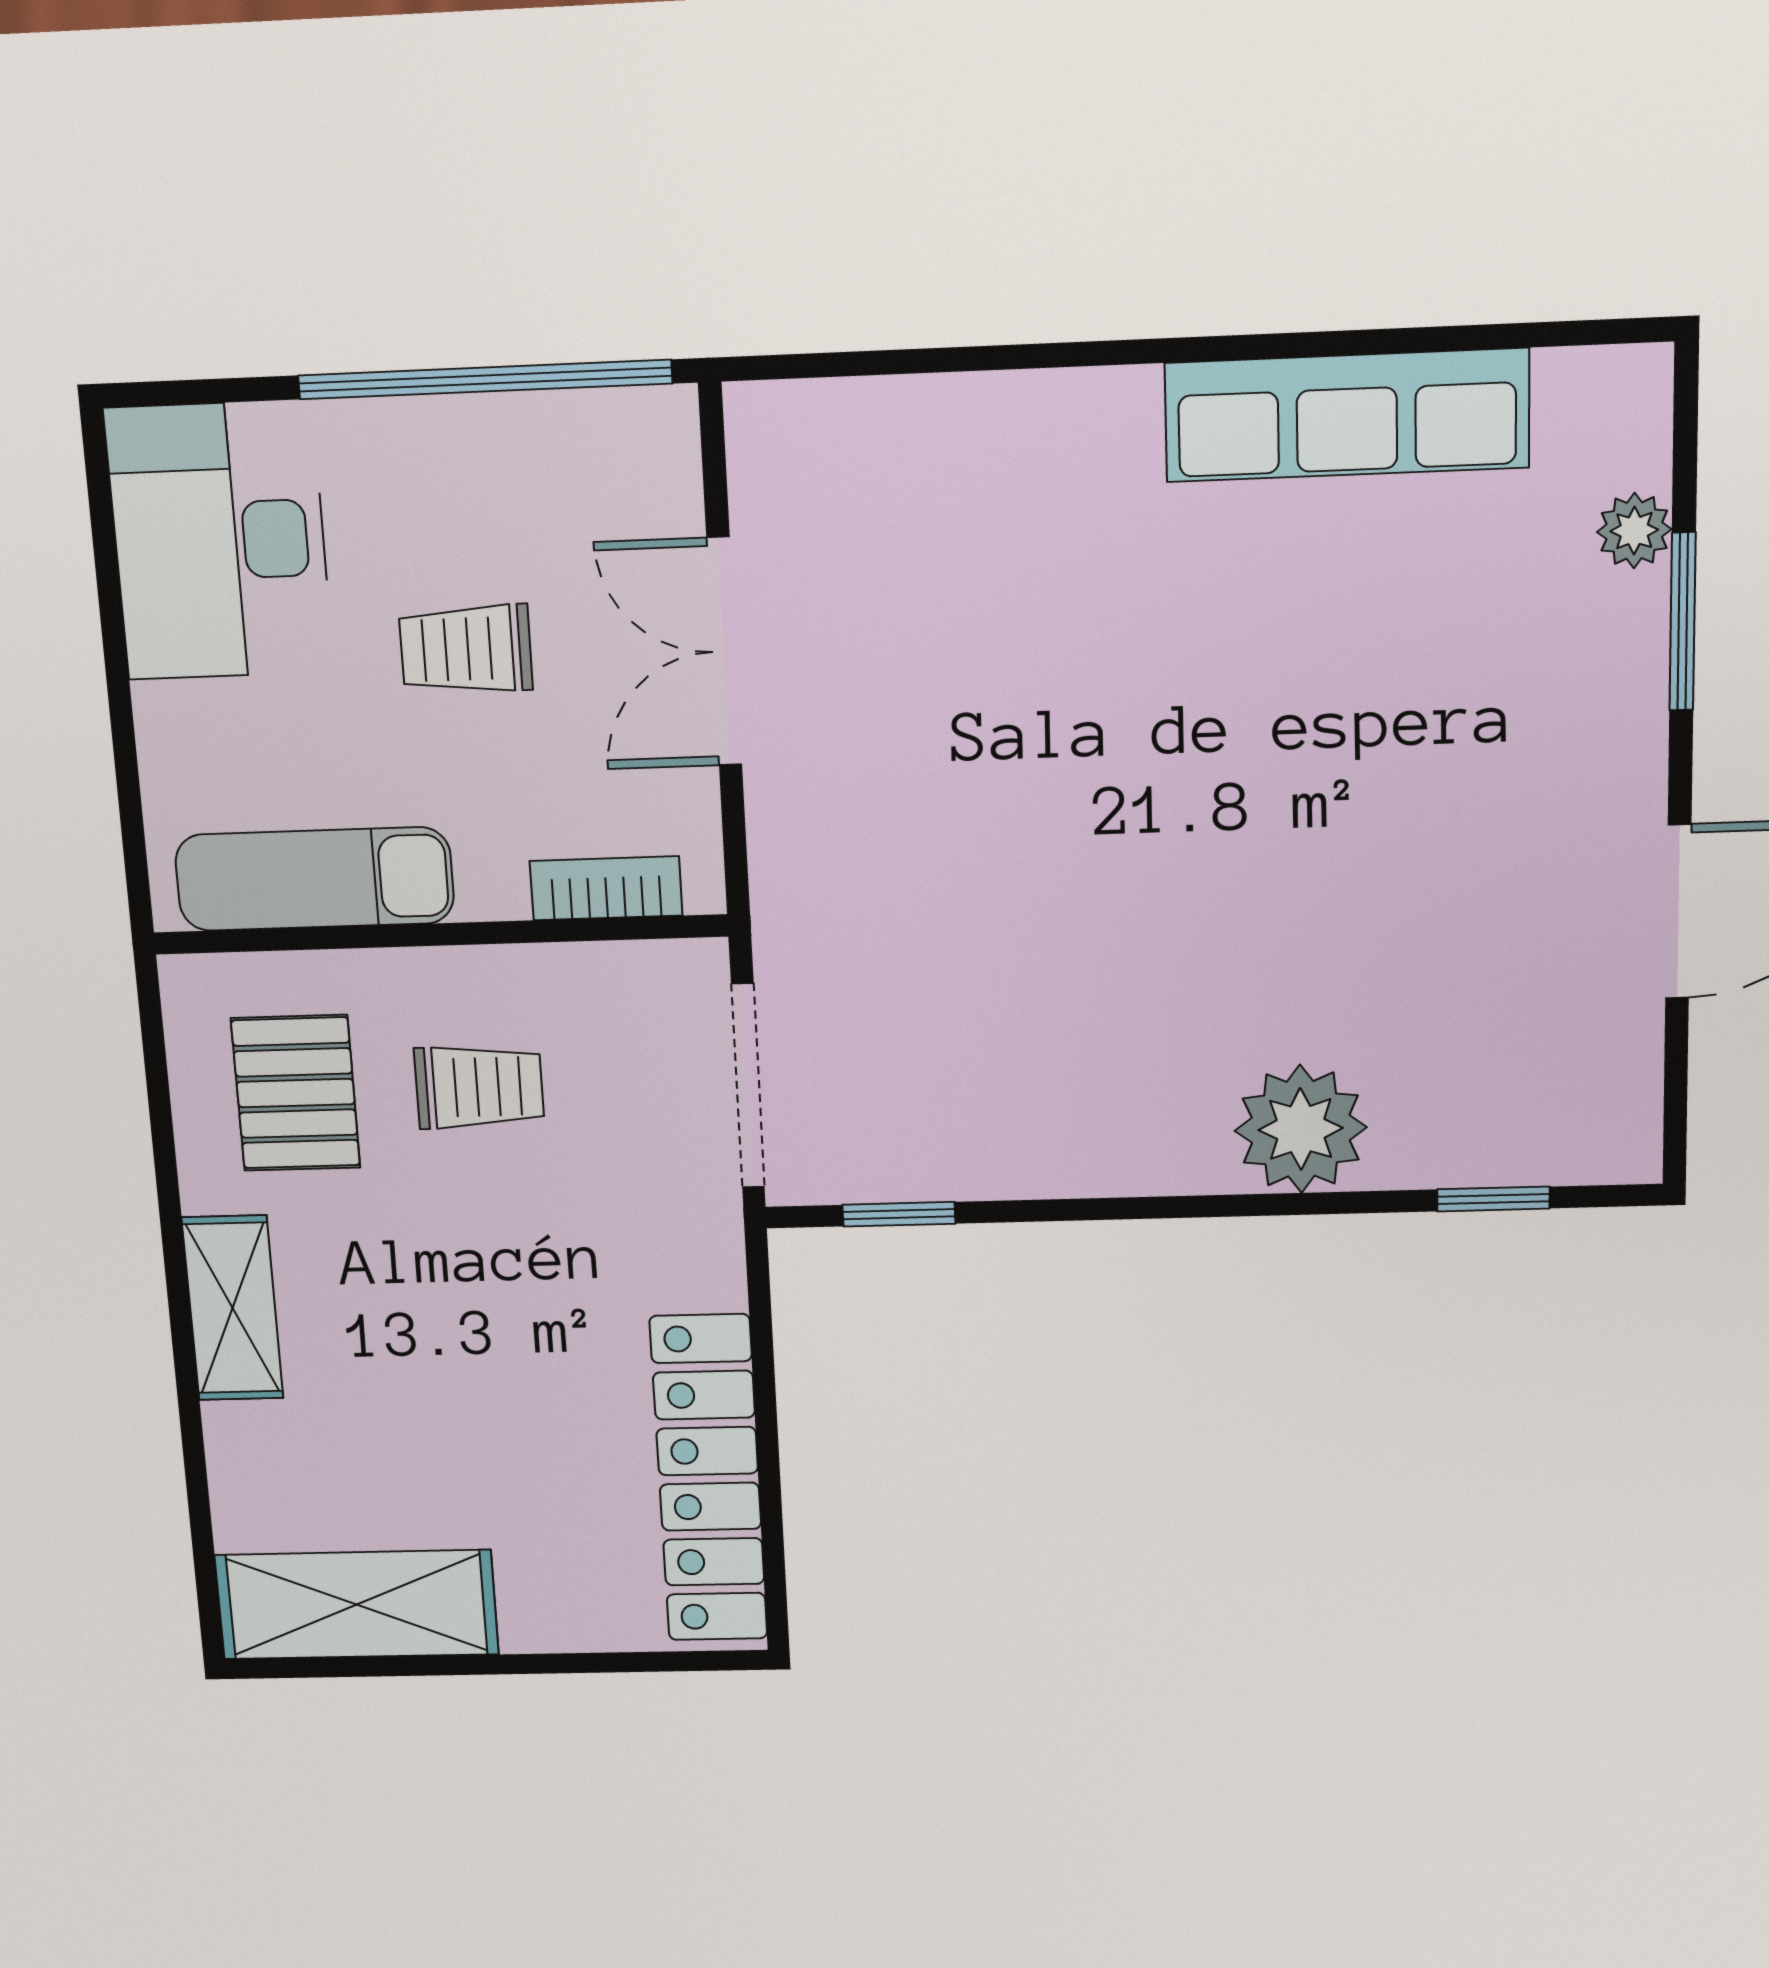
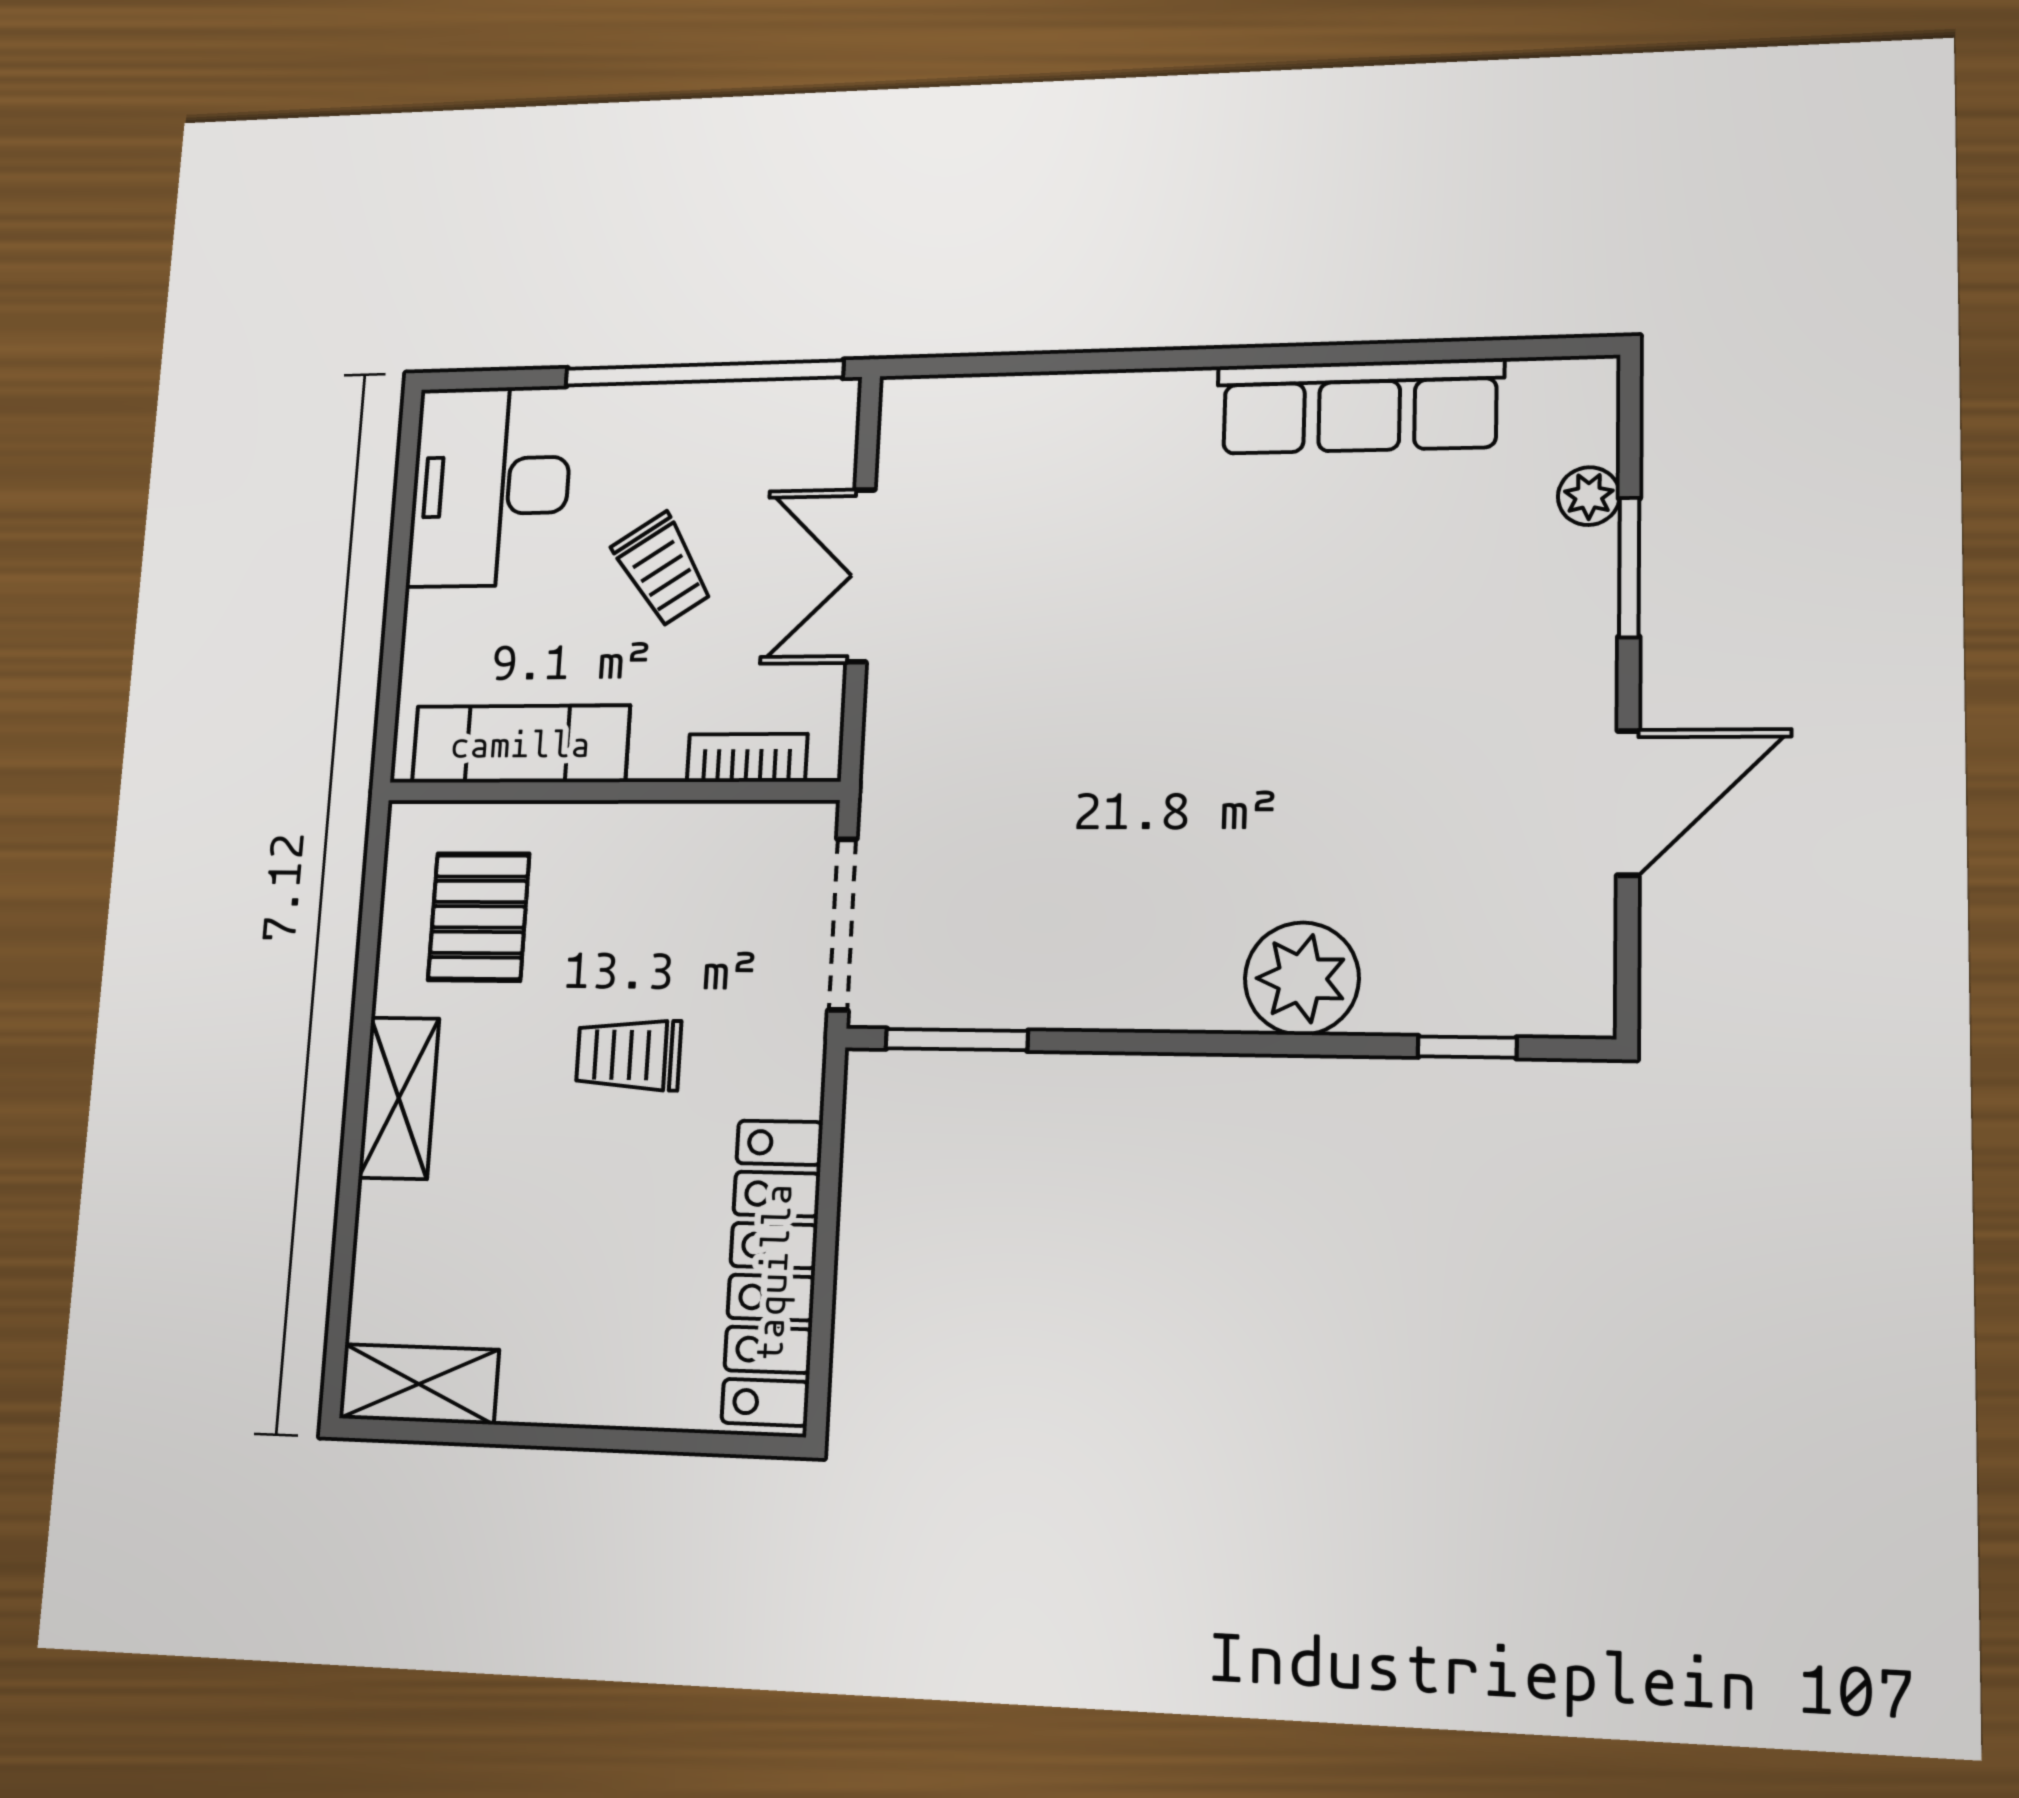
trolley: (466, 649) -> (663, 570), turned -123
trolley: (479, 1087) -> (629, 1055), moved, turned 180
window: (899, 1214) -> (957, 1040), width x1.50
shelving: (357, 1605) -> (419, 1384), width x0.67, depth x0.75

